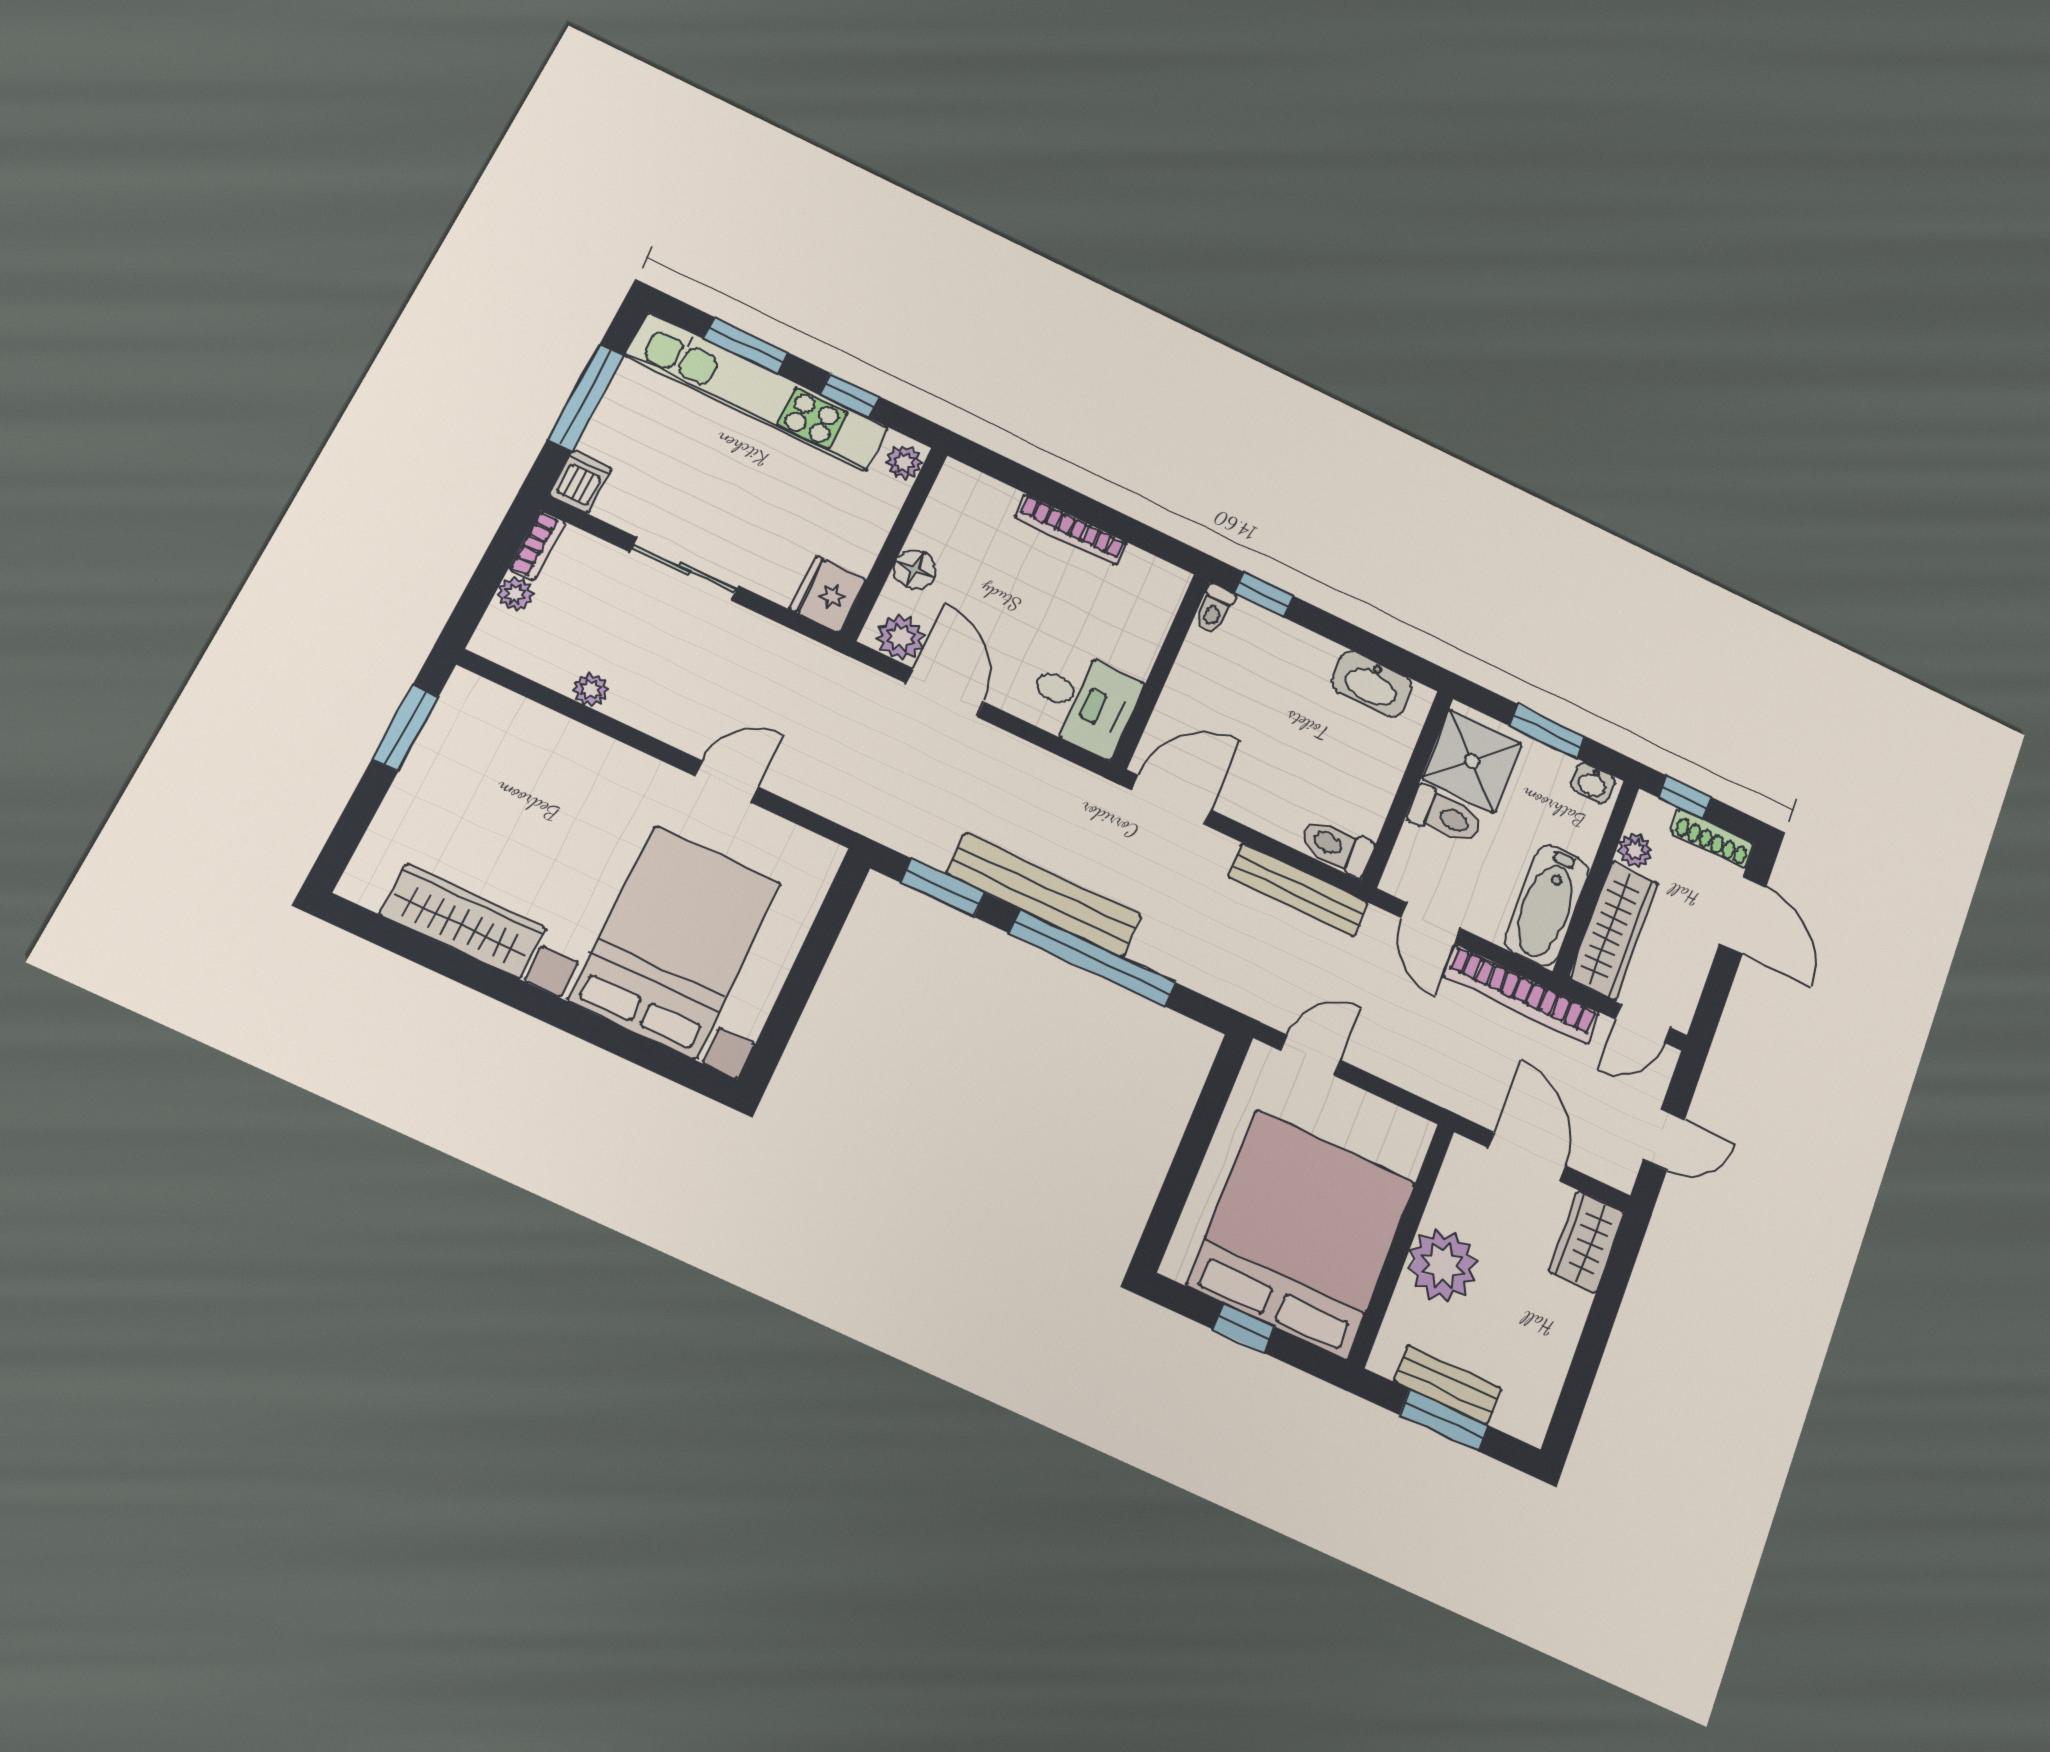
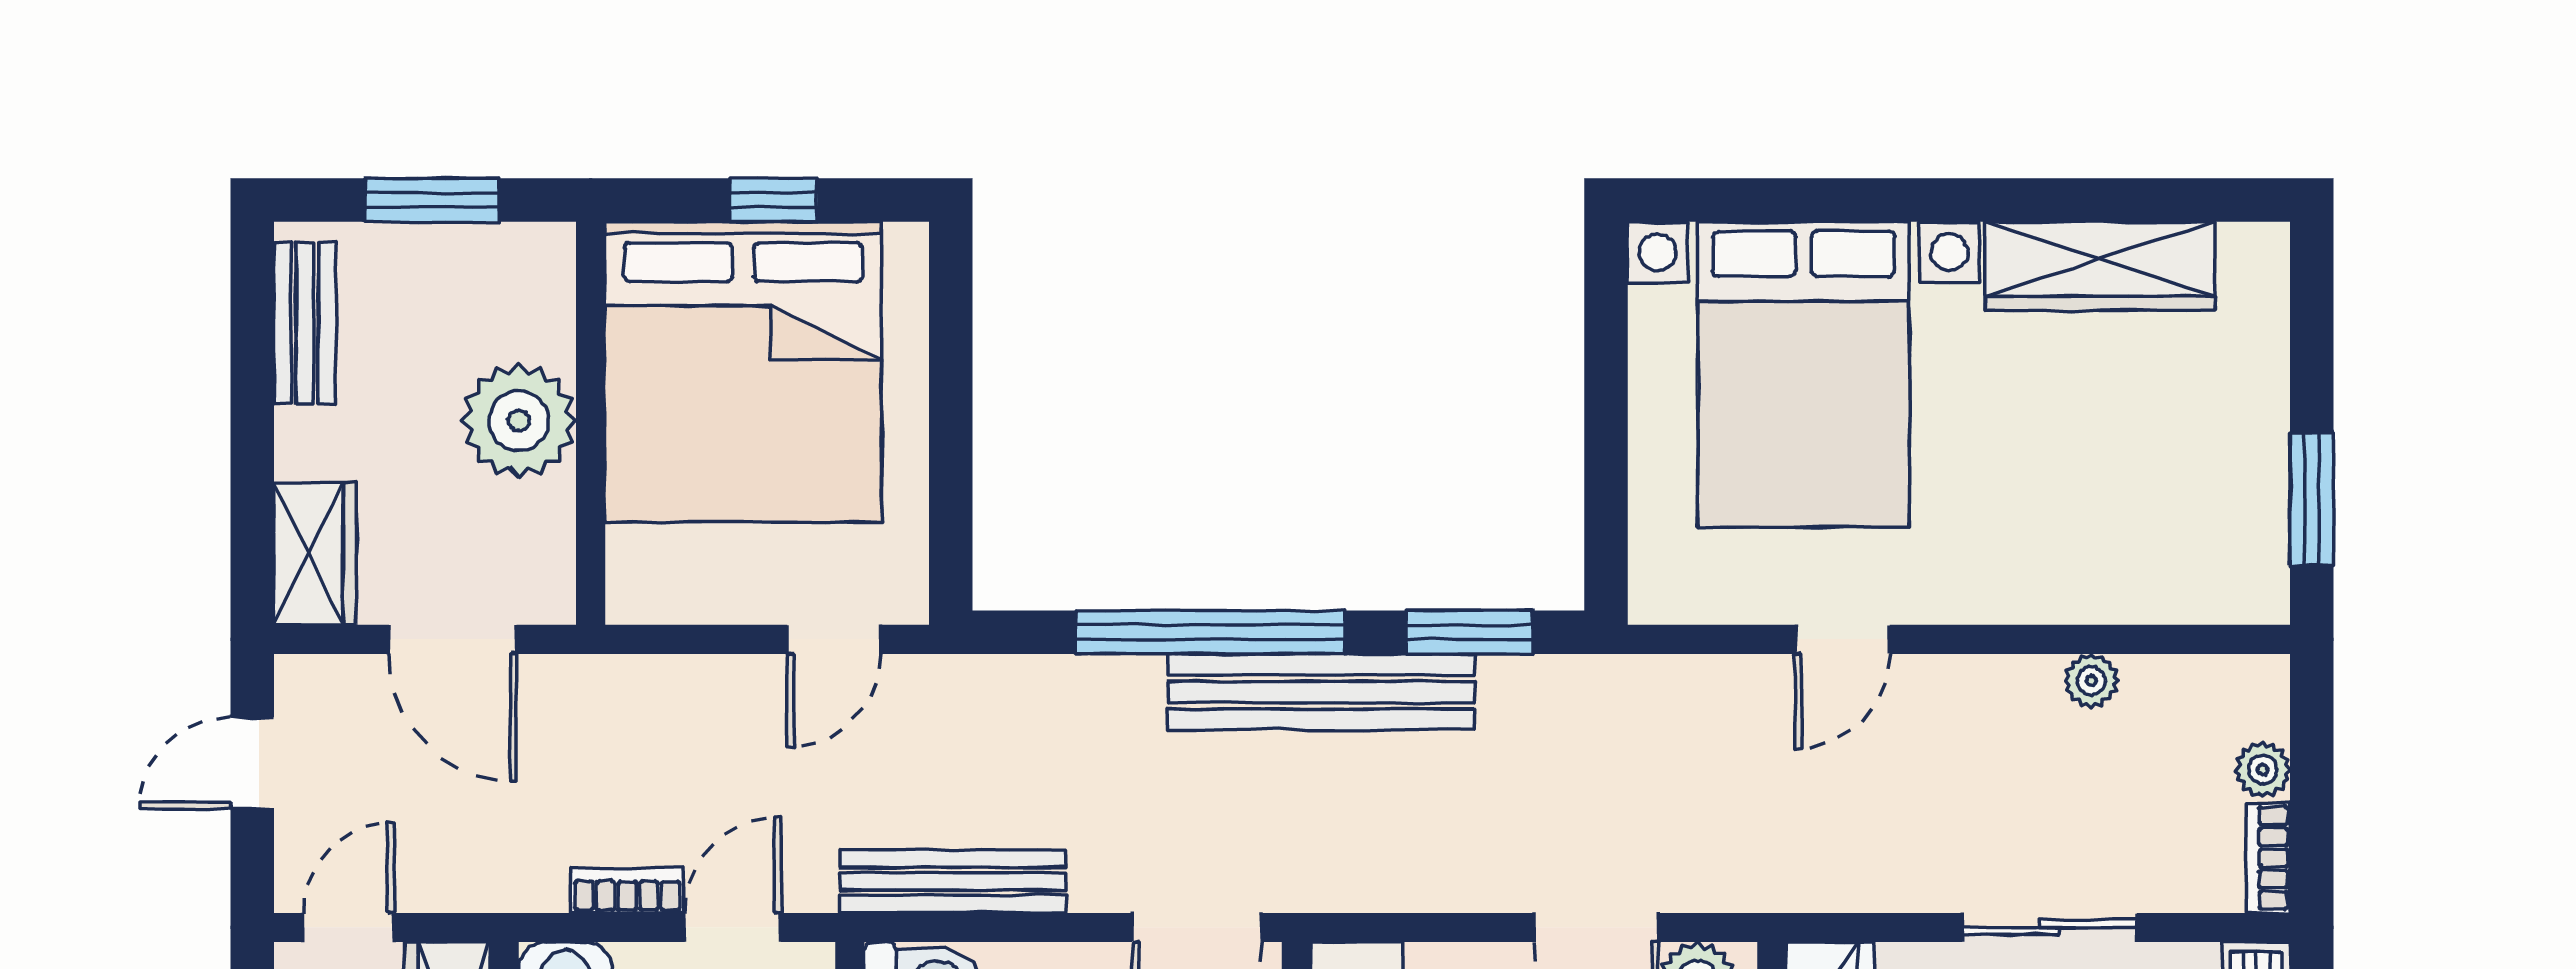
door: (1431, 923) -> (733, 927), hinge flipped
bookcase: (1521, 994) -> (627, 890), width x0.43, depth x0.76
bench: (1448, 1385) -> (305, 323), moved, turned 90

